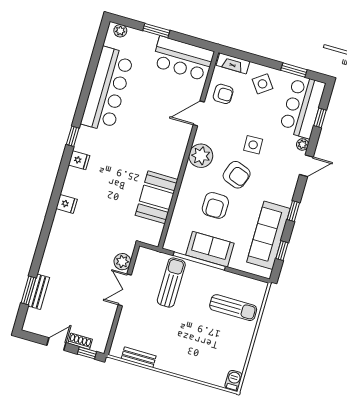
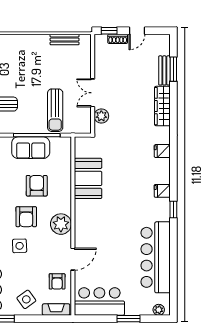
armchair: (223, 94) -> (57, 281), turned -90
armchair: (237, 175) -> (26, 217), turned -110
wardrobe: (52, 253) -> (162, 106), added
double door: (125, 290) -> (93, 93), swing flipped

